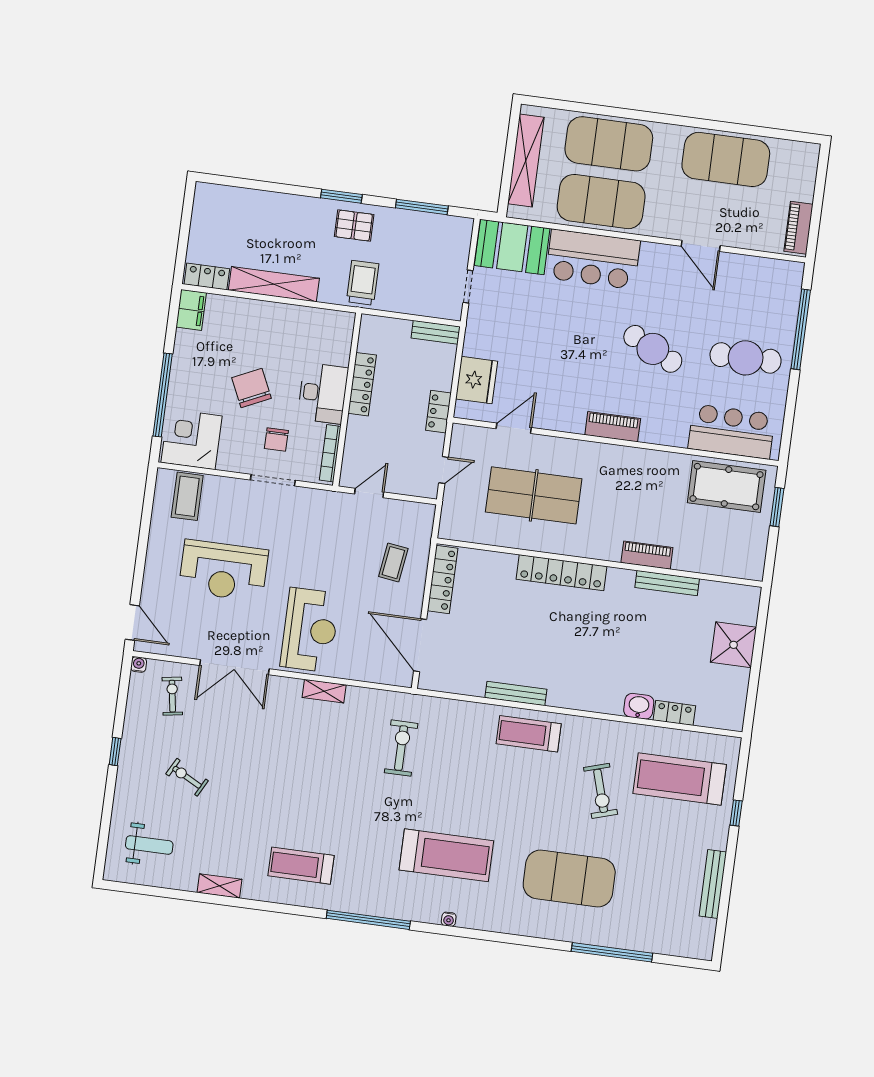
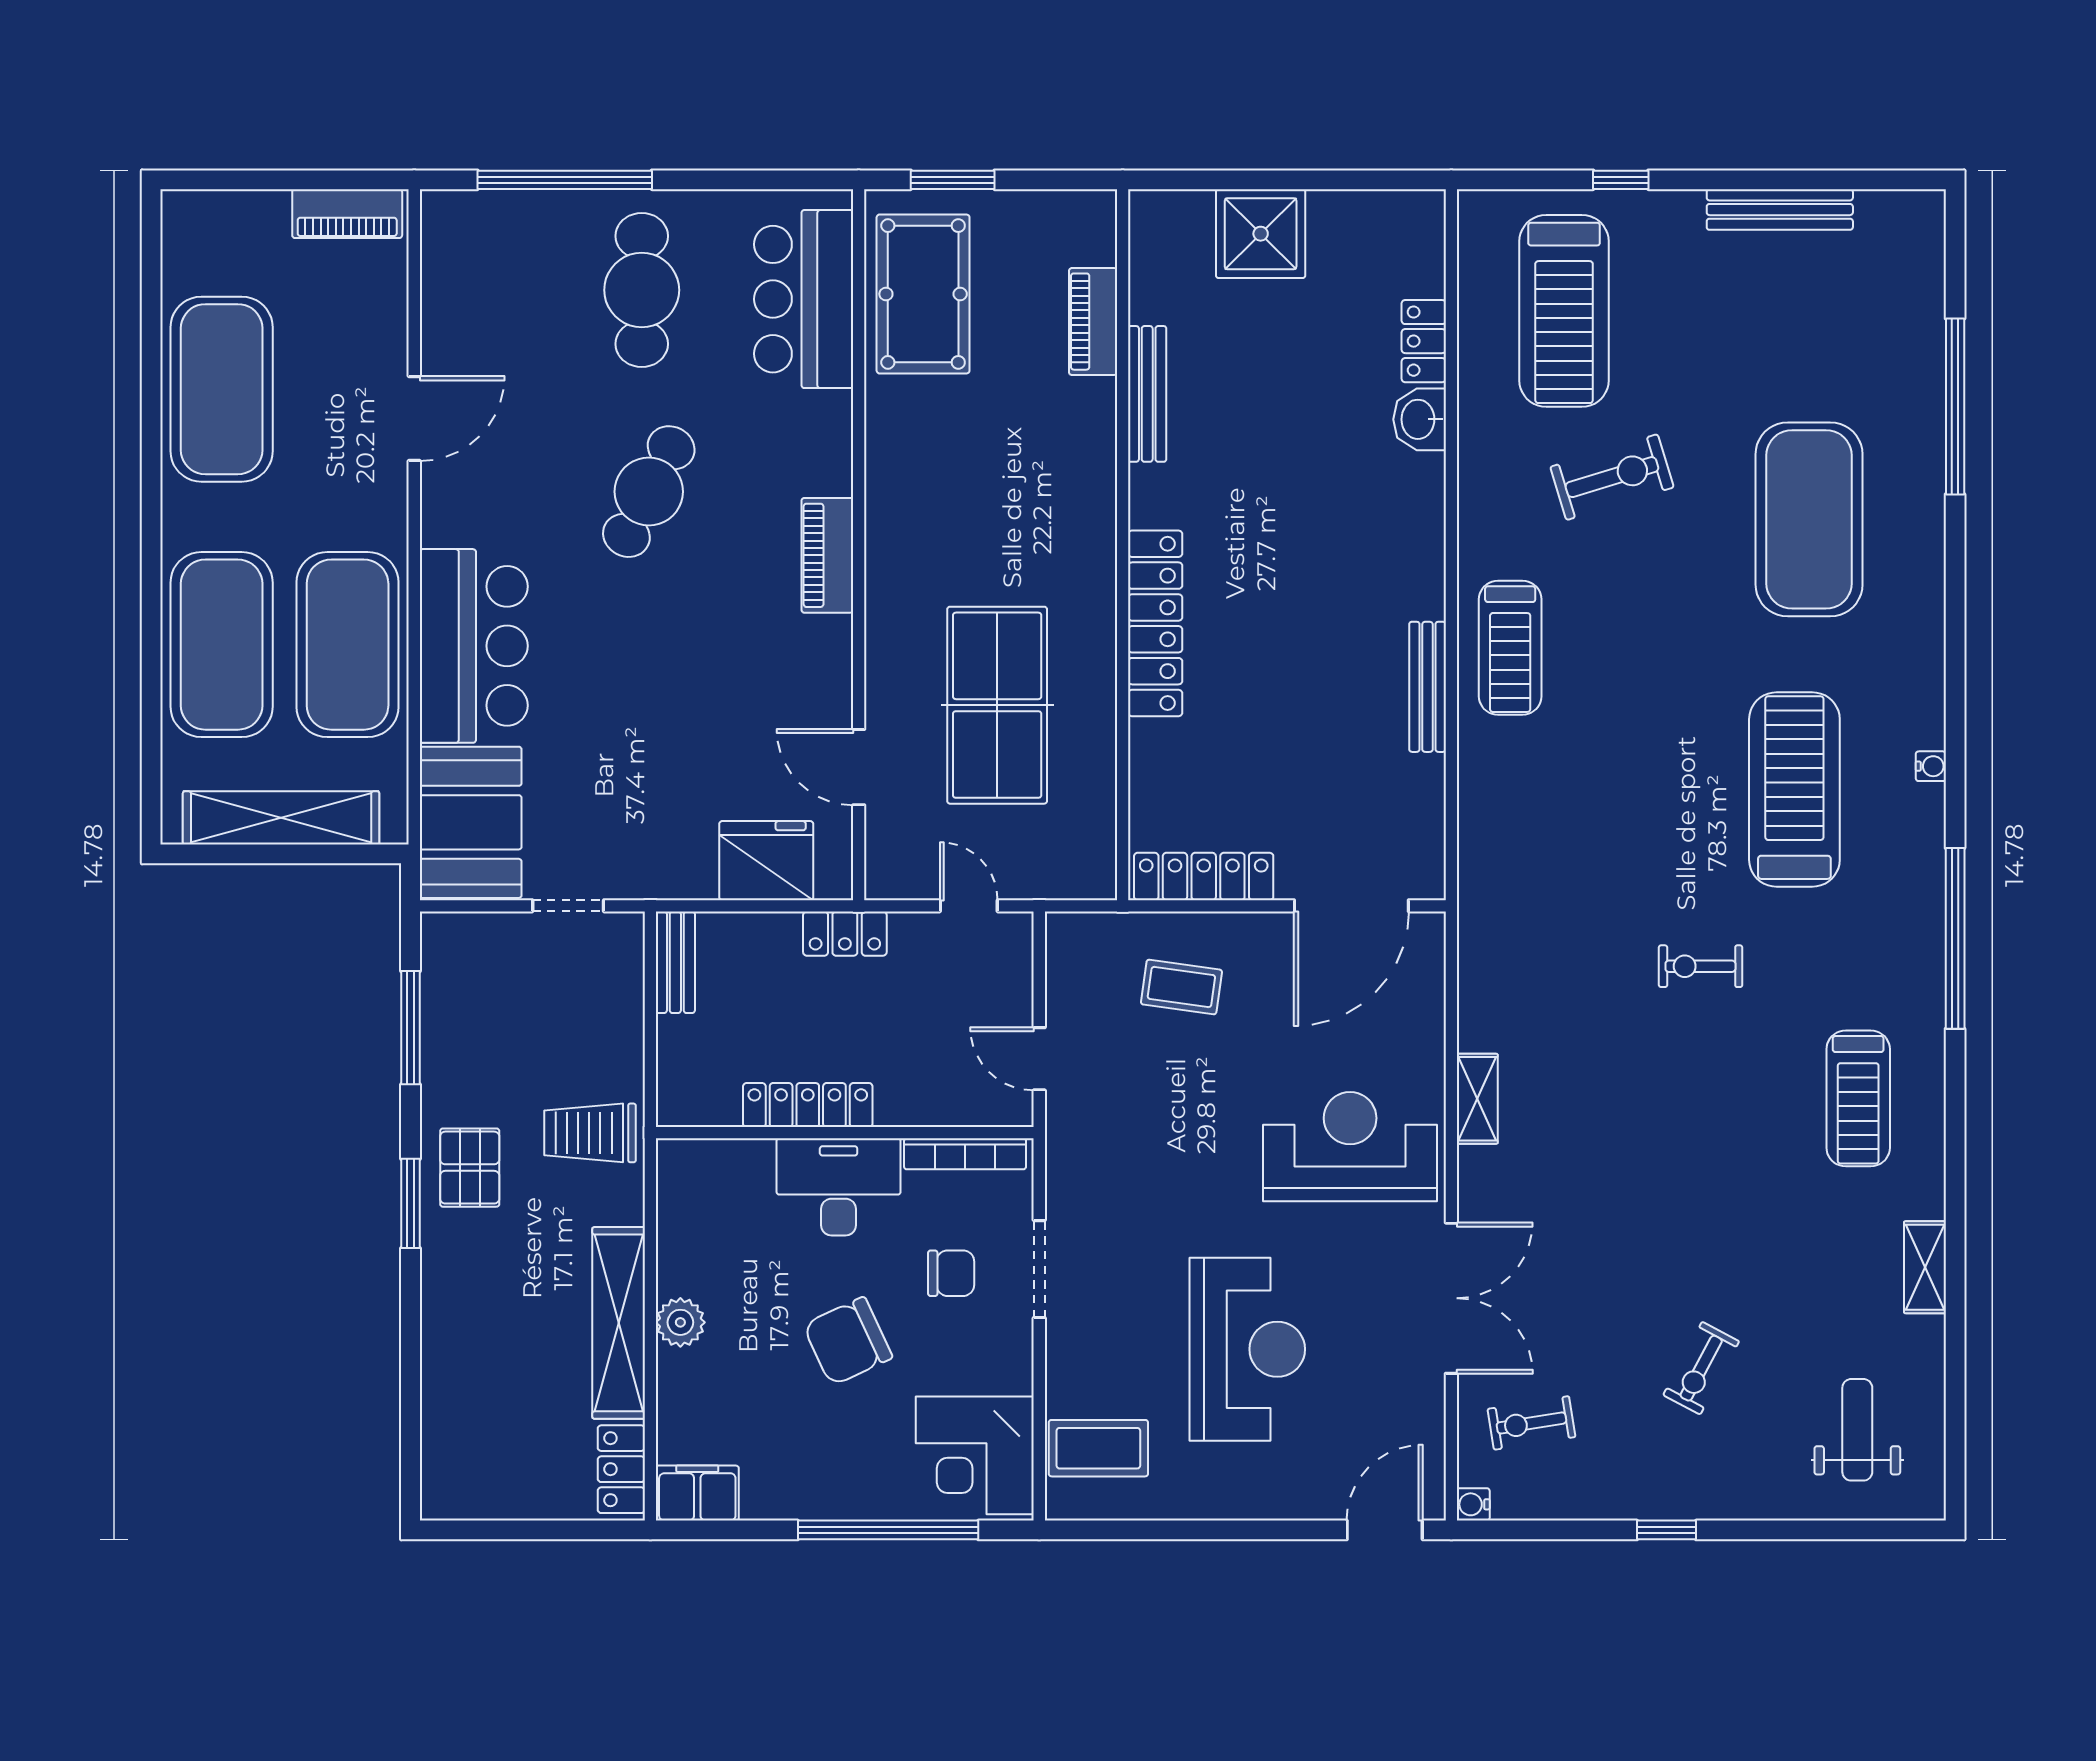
plant: (270, 313) -> (680, 1322), added
piano: (647, 555) -> (1093, 322), moved
exercise bike: (401, 748) -> (1700, 966), moved, width x0.73, depth x0.72

